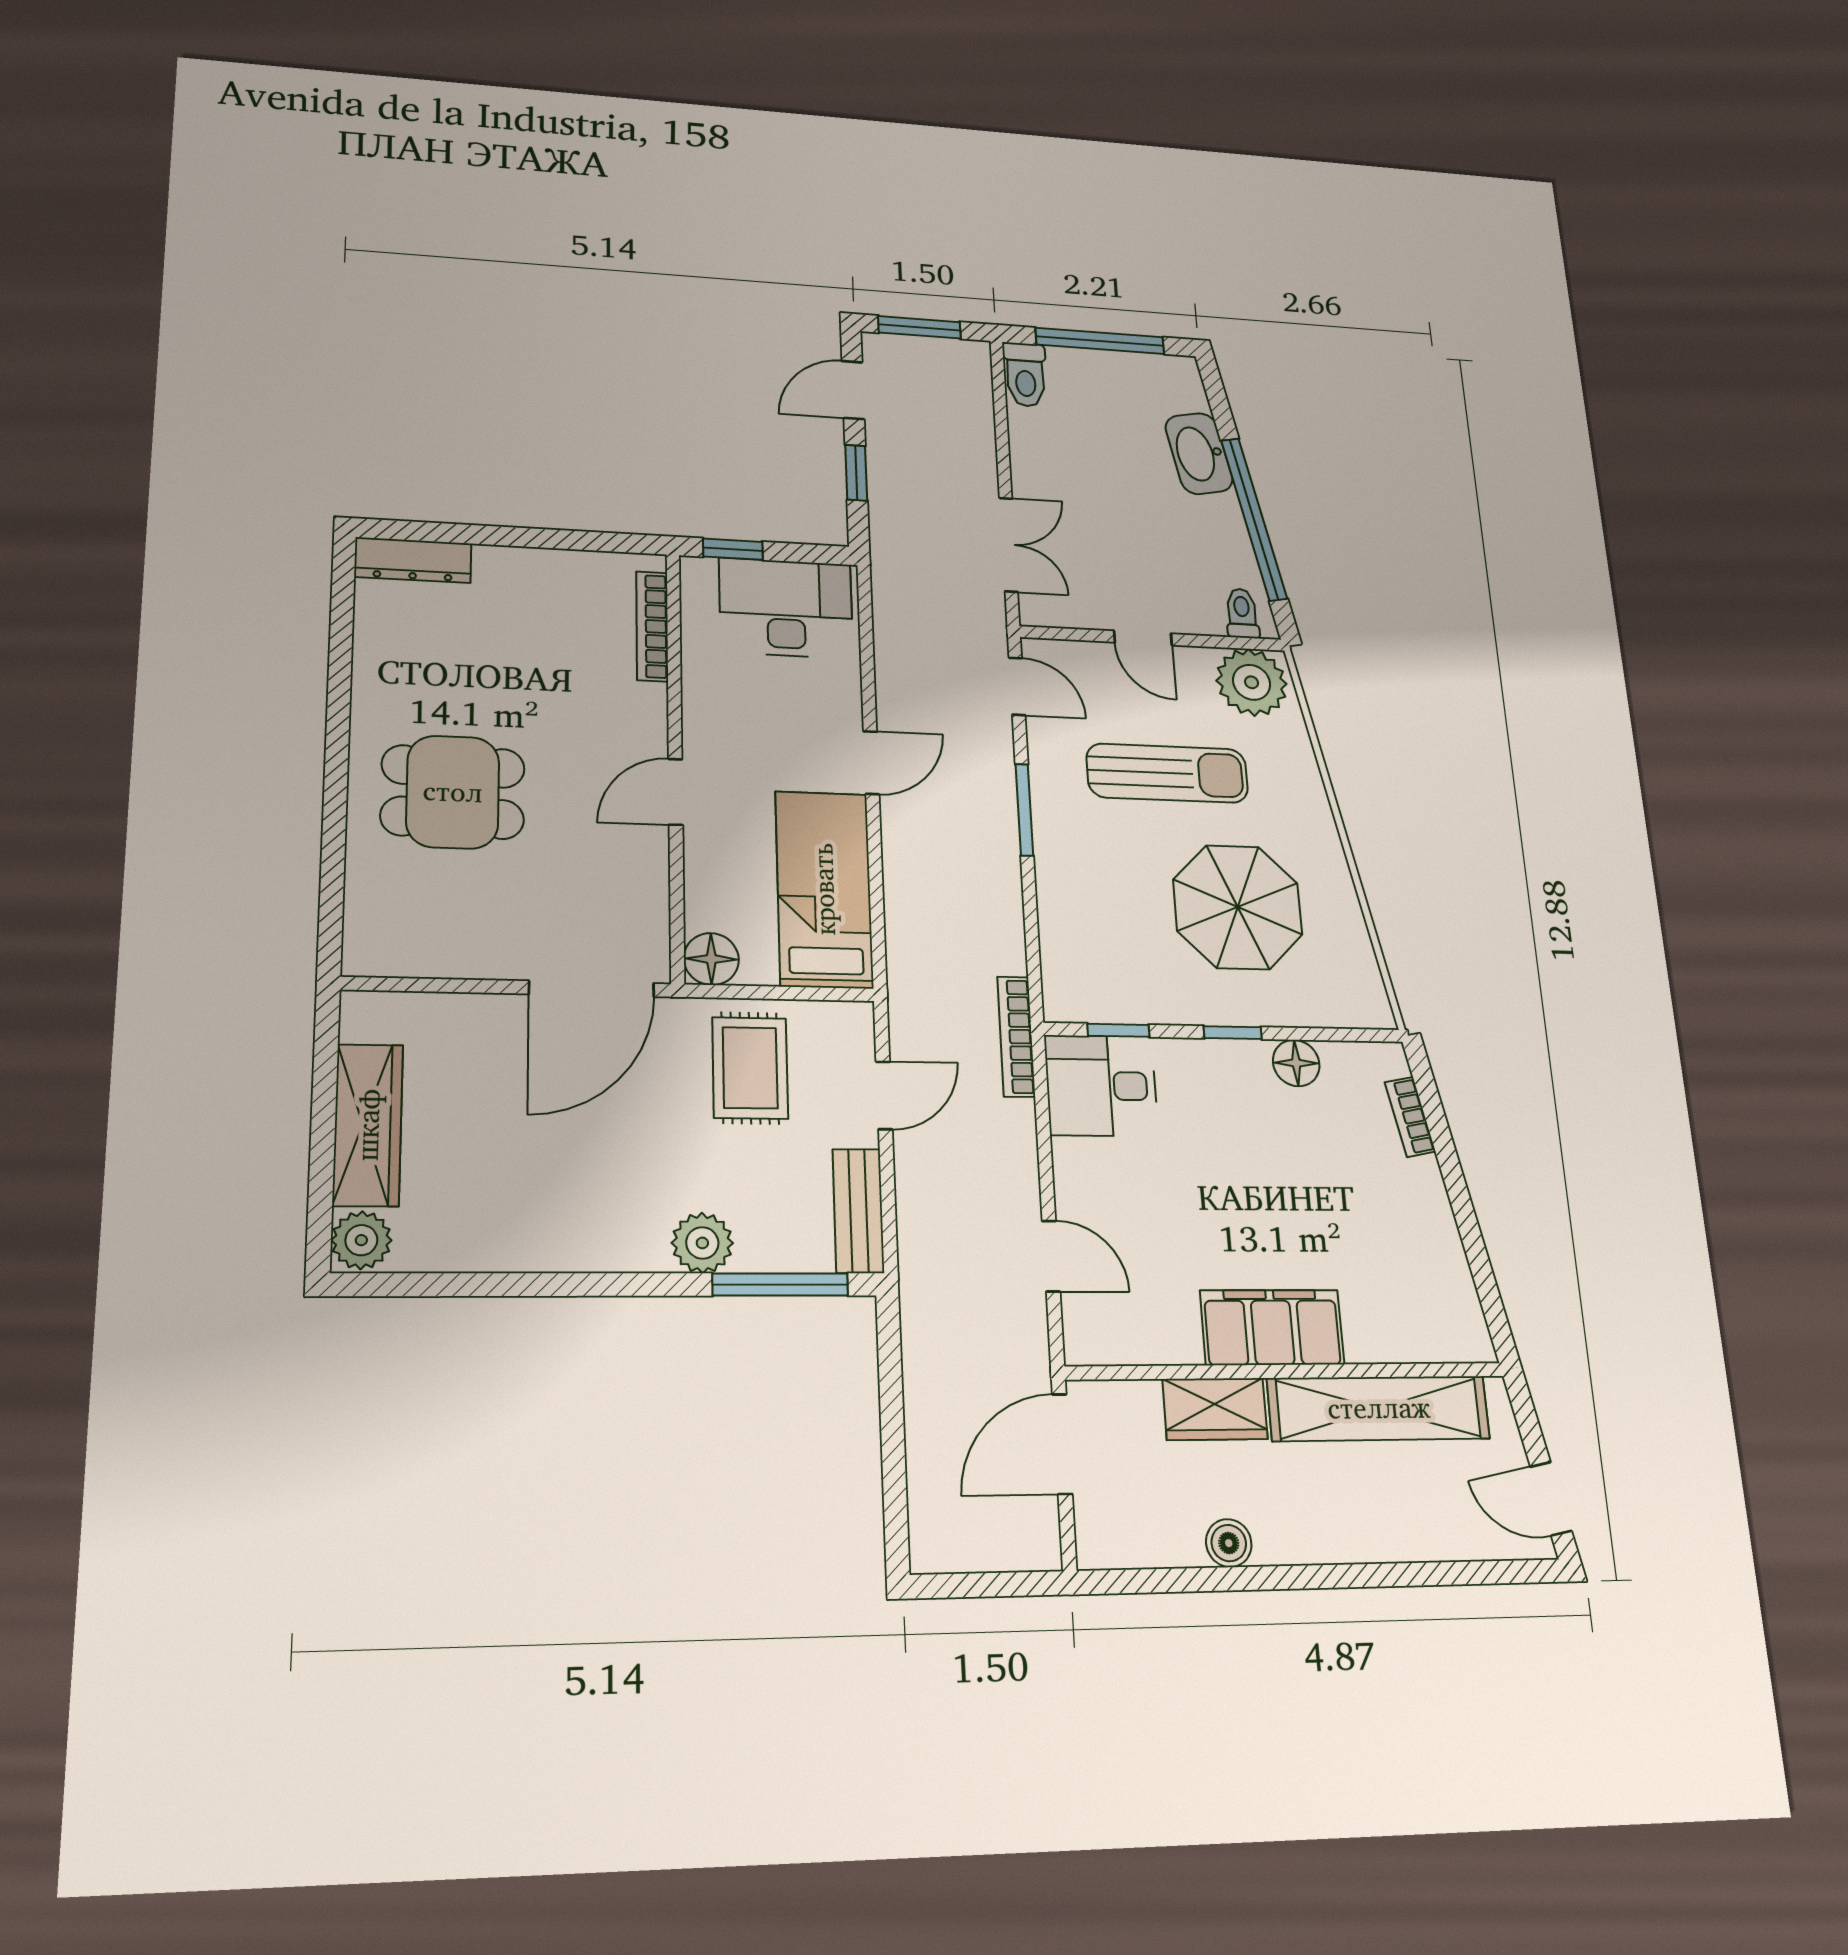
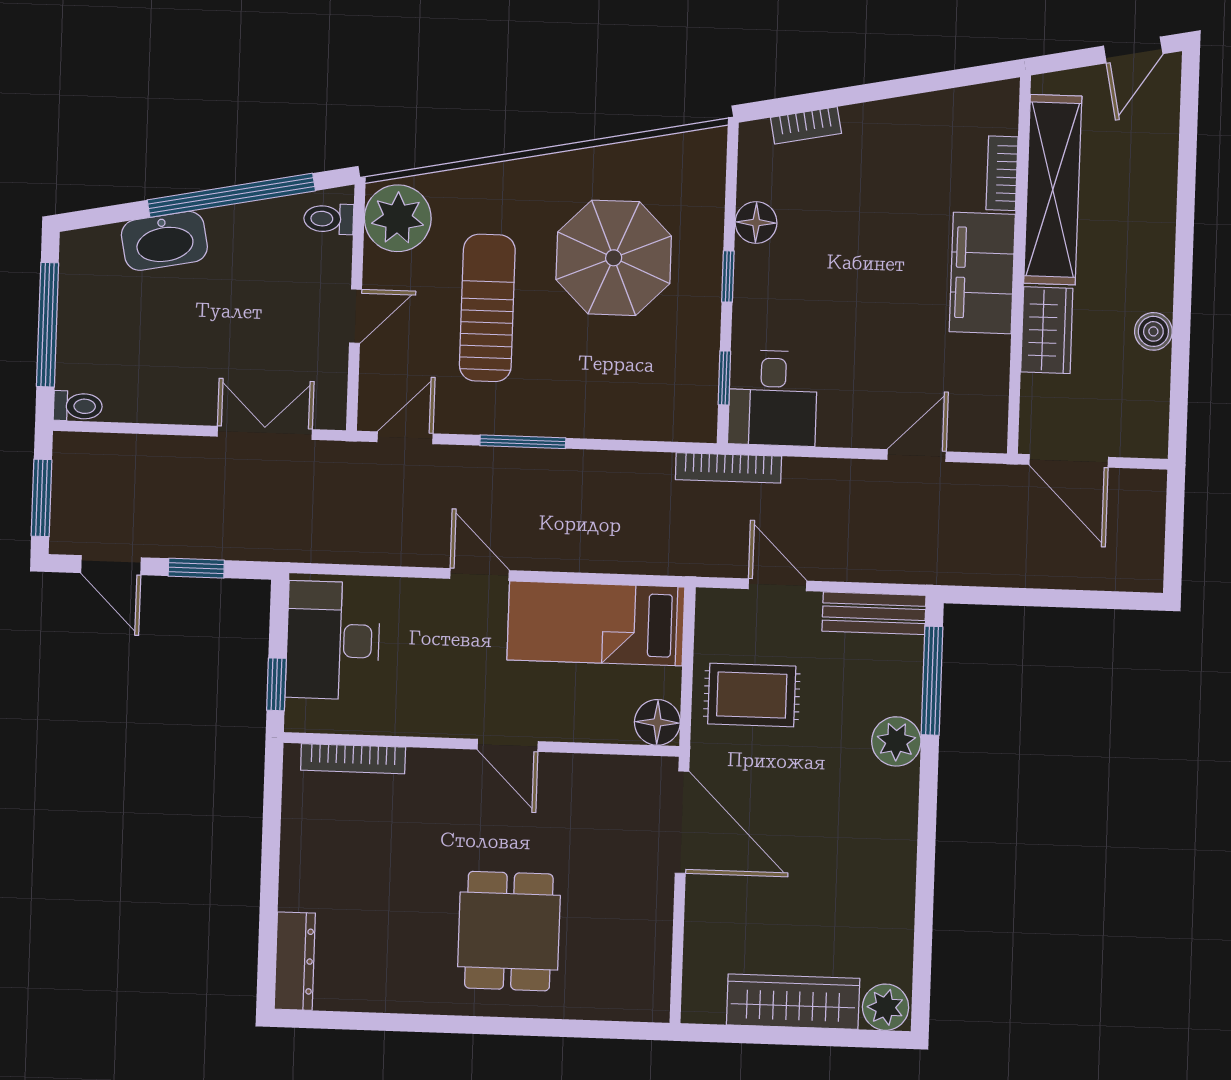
toilet: (1025, 375) -> (78, 406), width x0.73, depth x0.72
bookcase: (1389, 1346) -> (1002, 173), added

